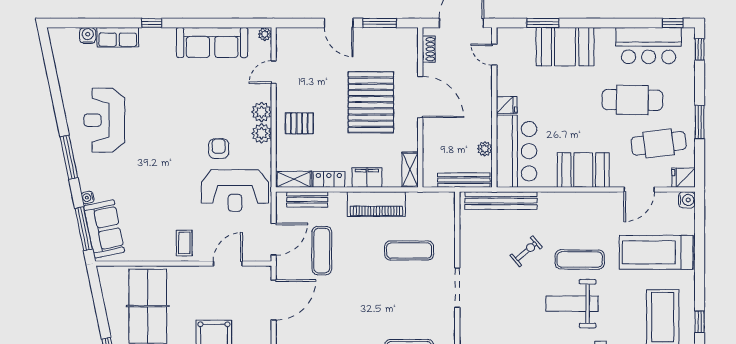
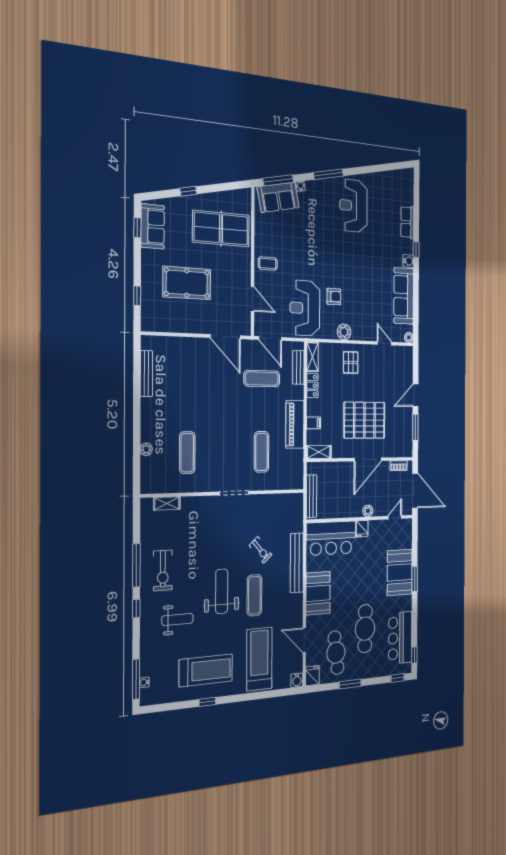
window: (543, 23) -> (415, 579), moved
water cooler: (88, 35) -> (408, 261), moved
plant: (262, 112) -> (358, 332), removed
reception desk: (104, 120) -> (353, 206), turned -90
plant: (485, 149) -> (368, 511), moved
filing cabinet: (367, 177) -> (314, 423), width x0.50
bench: (501, 201) -> (297, 563), moved

